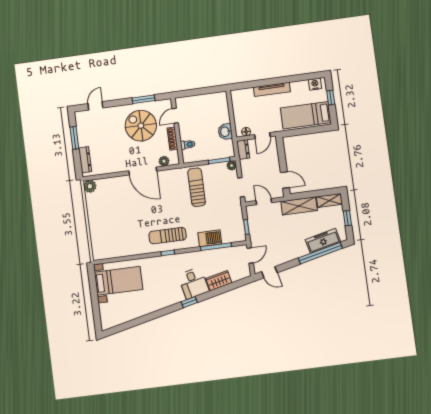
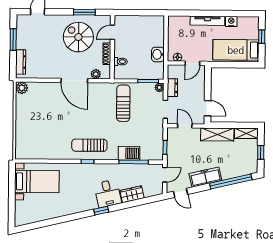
nightstand: (315, 84) -> (231, 21), moved
dresser: (243, 149) -> (172, 88), moved
freezer: (323, 241) -> (205, 177), moved

